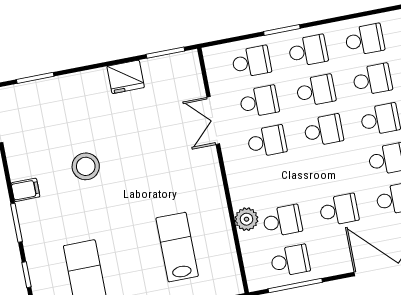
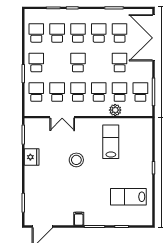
school desk: (316, 91) -> (99, 92), moved
stool: (86, 166) -> (76, 160), moved
lab bench: (177, 247) -> (111, 142), moved, turned 90

